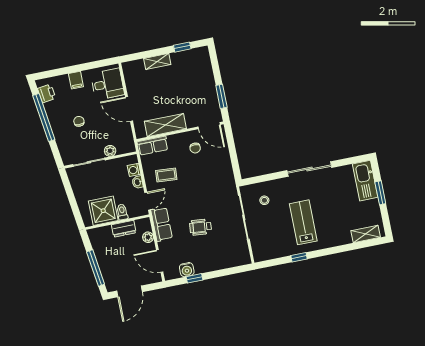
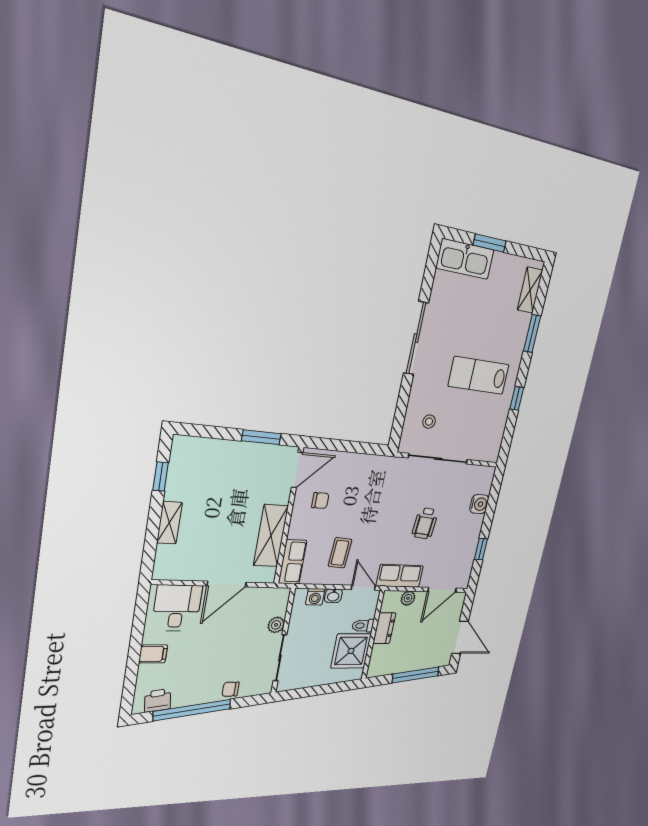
chair: (79, 121) -> (231, 689), moved
window: (341, 249) -> (532, 333), added
water cooler: (187, 270) -> (479, 504), moved

